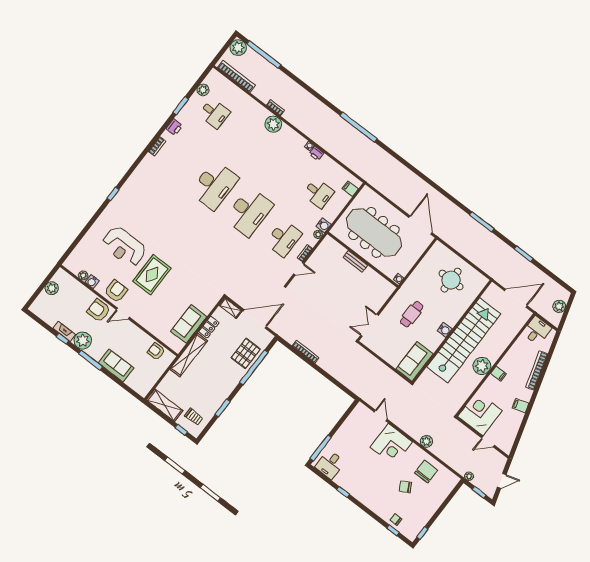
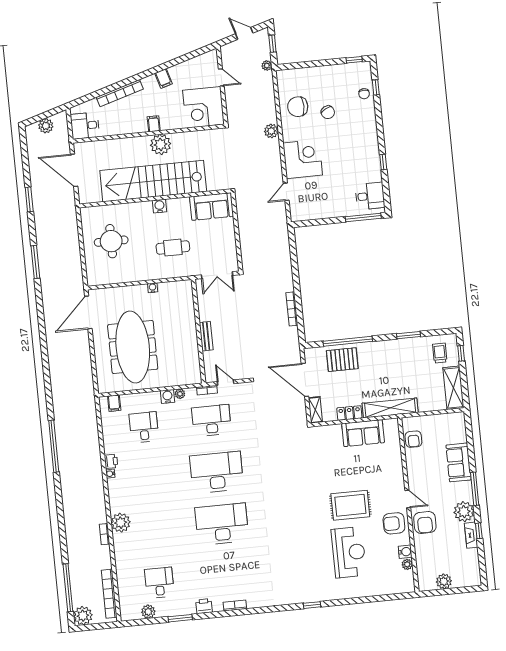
wall: (363, 260) -> (198, 331), moved
bench: (355, 261) -> (206, 336), moved

